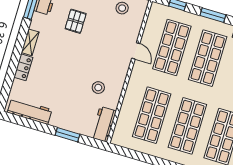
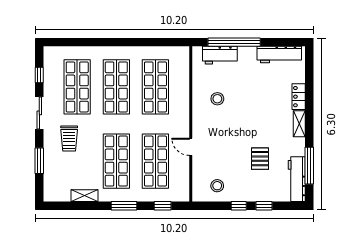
workbench: (104, 124) -> (220, 55), moved, turned 90
window: (67, 135) -> (234, 42), width x2.11

